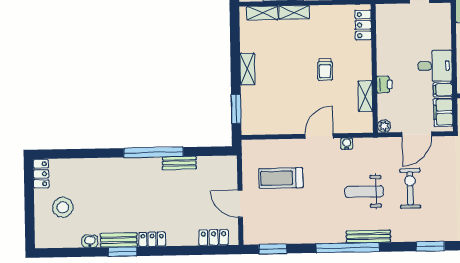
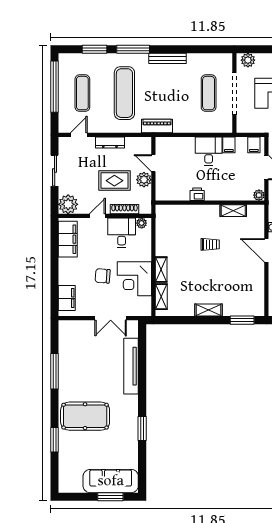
locker: (363, 25) -> (173, 211), removed
printer: (384, 85) -> (197, 194), moved
filing cabinet: (443, 112) -> (254, 145), width x0.50

